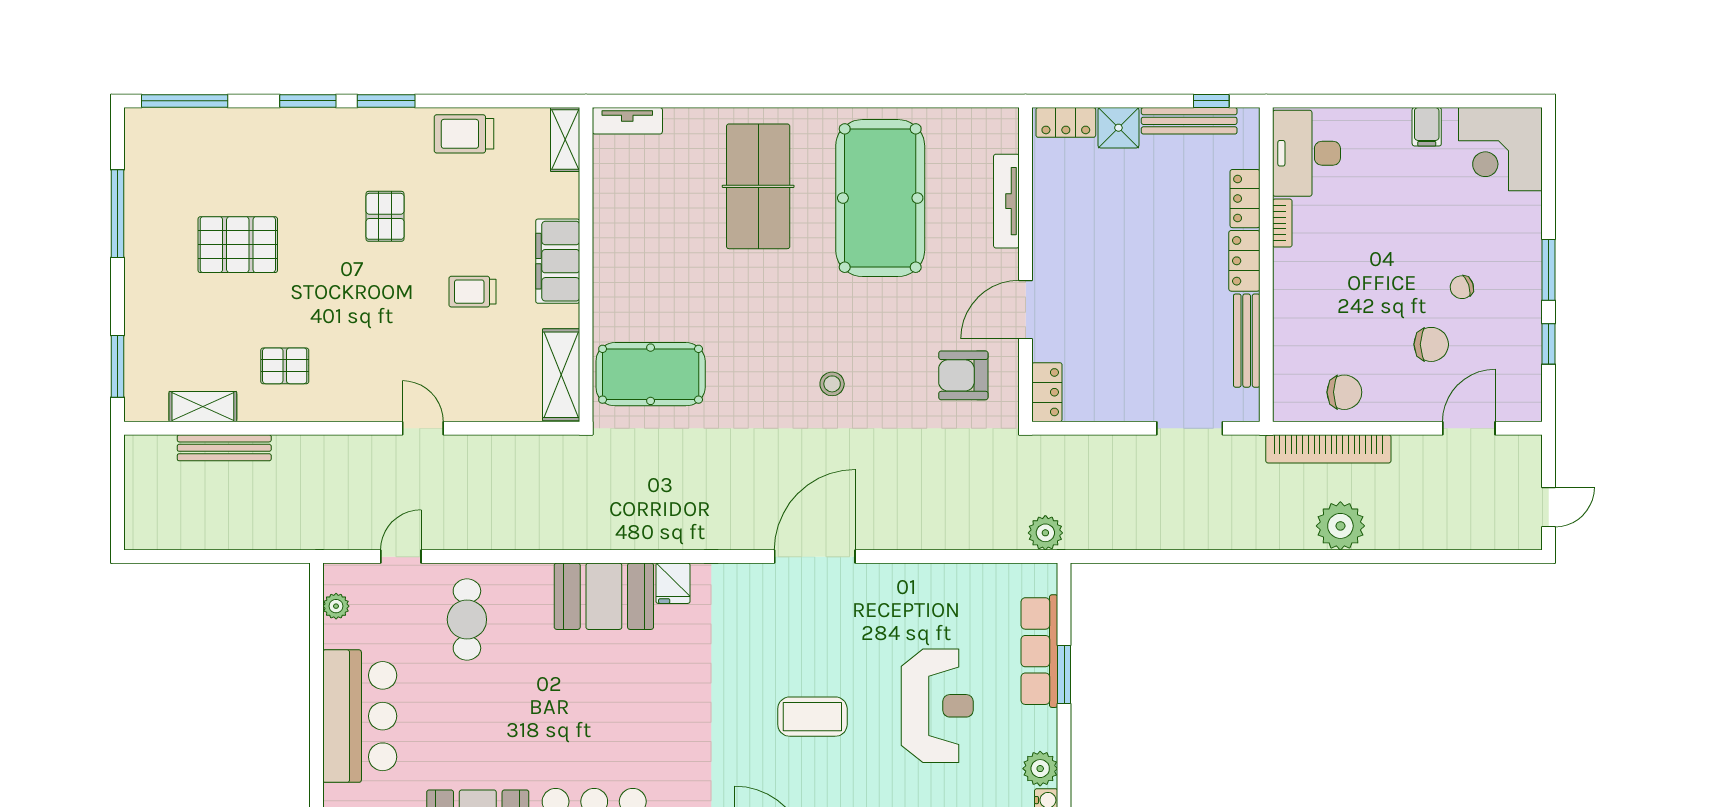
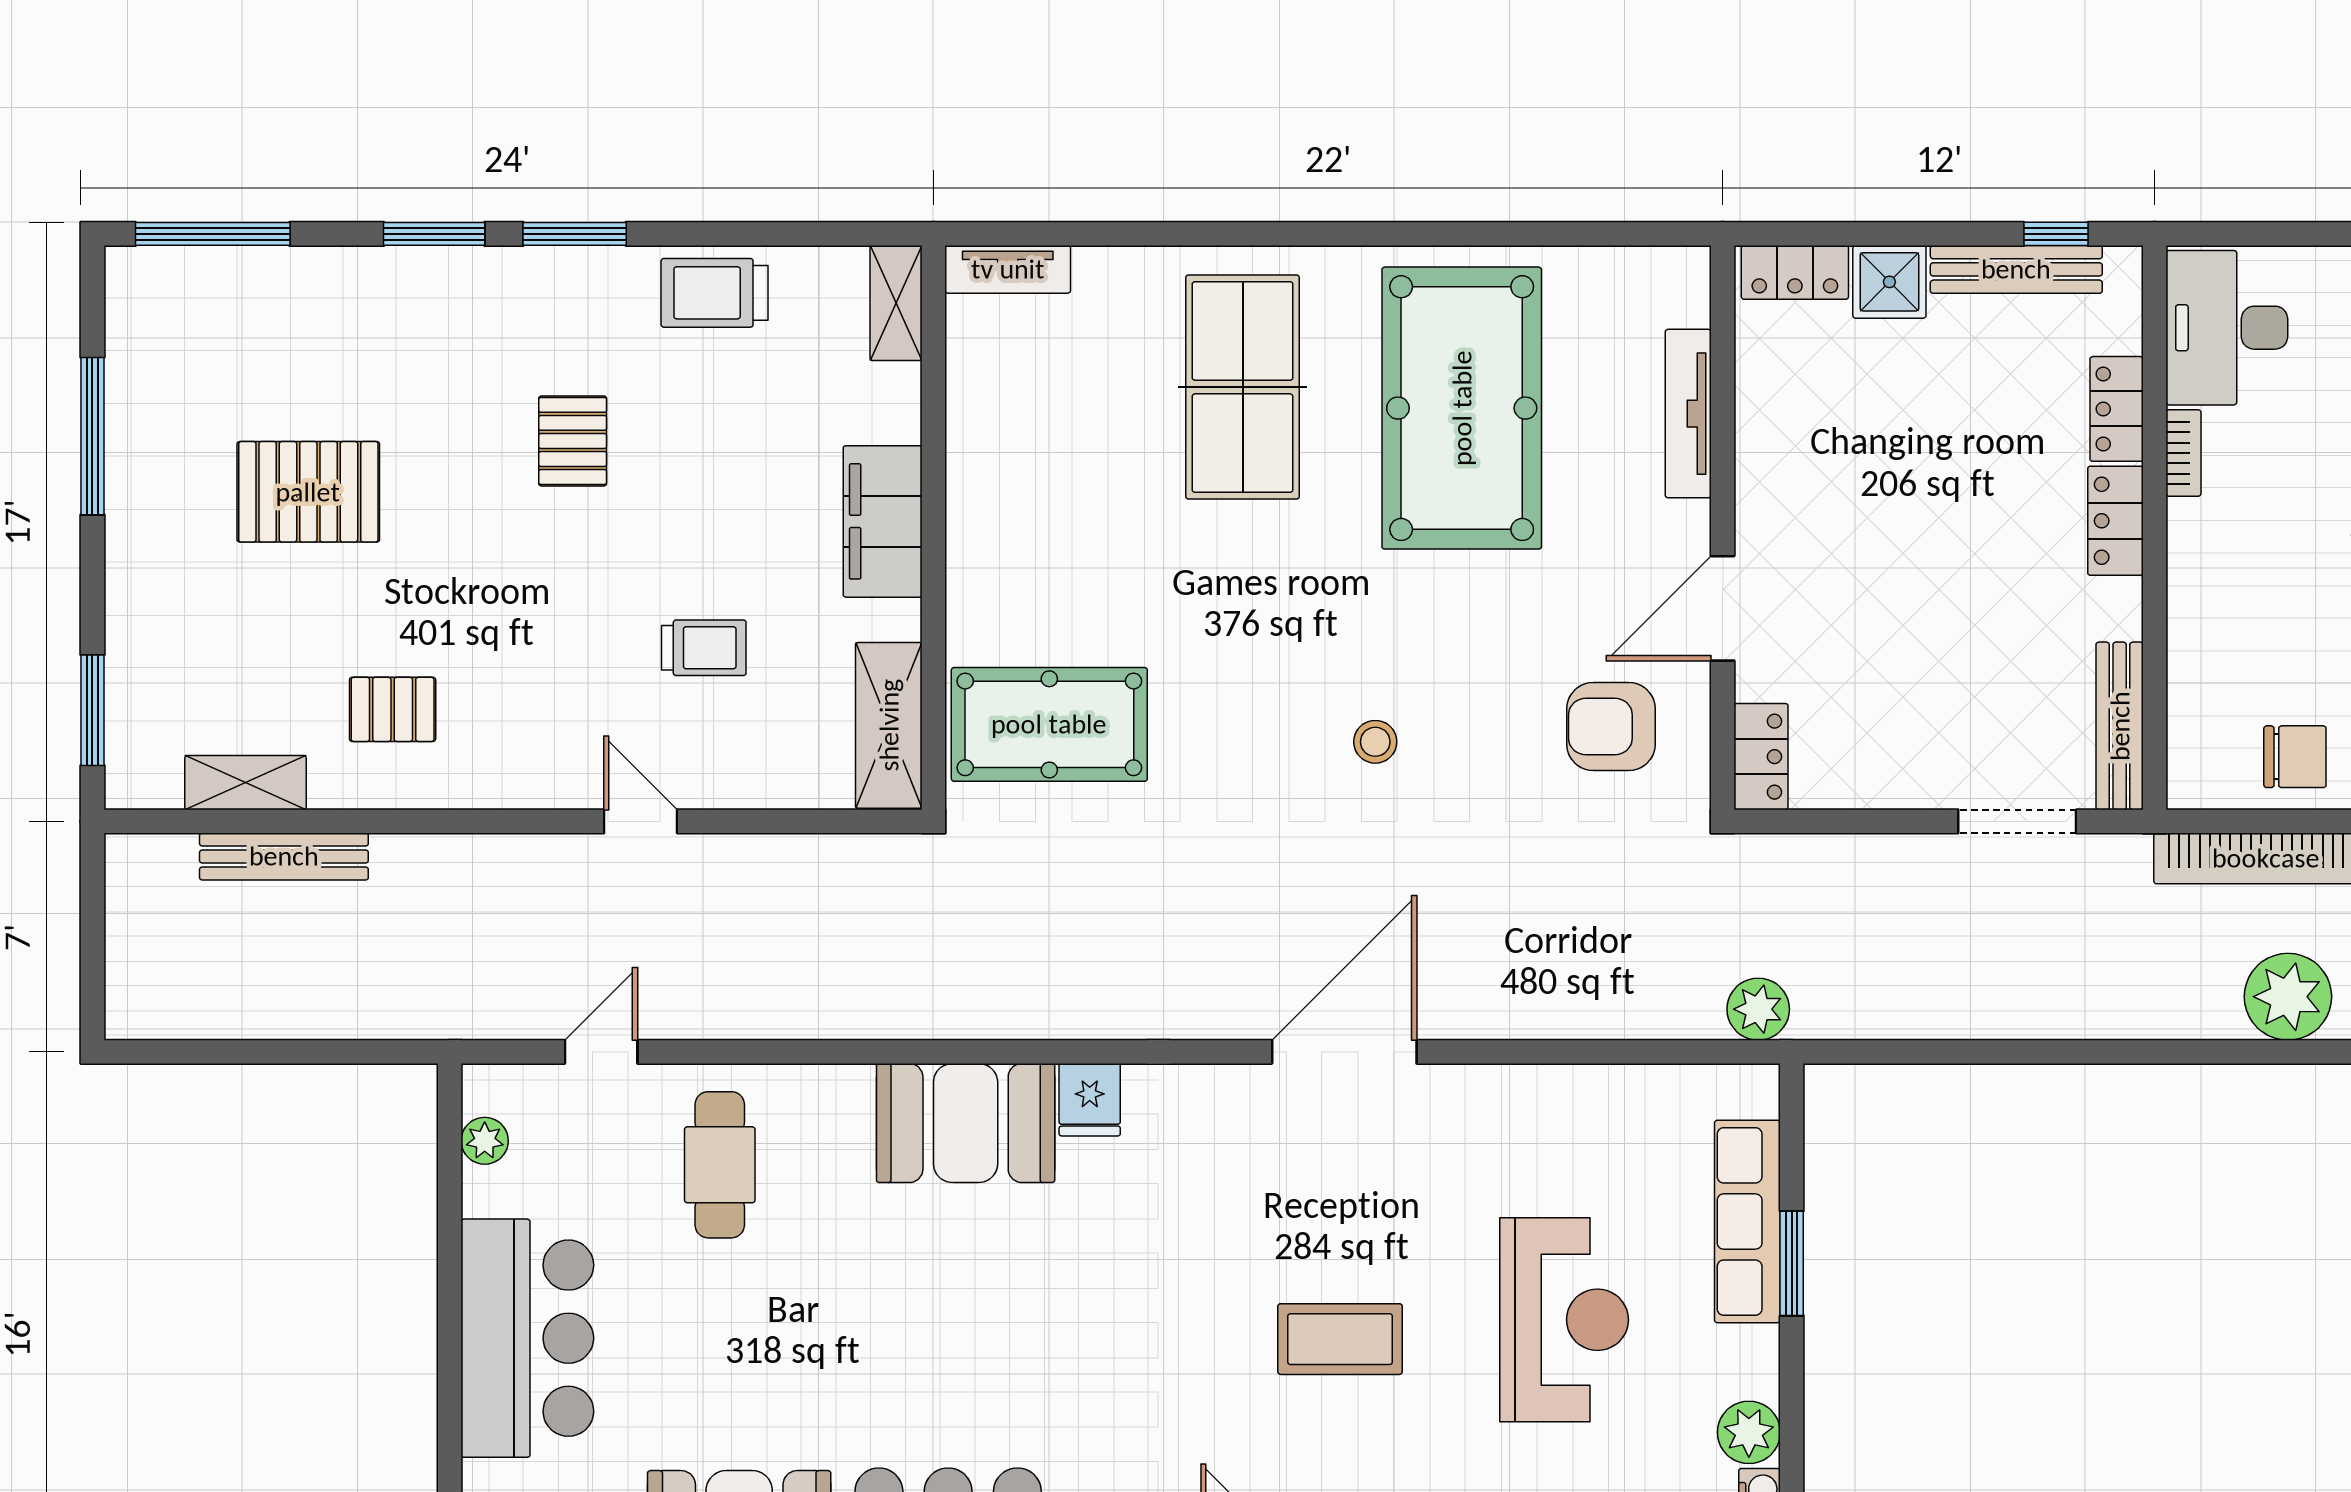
trolley: (473, 292) -> (704, 648), moved, turned 180
bench: (1247, 341) -> (2120, 726), moved

